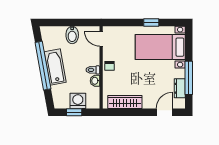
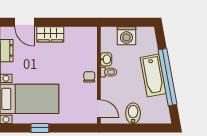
wardrobe: (125, 102) -> (50, 34), moved, width x0.67
window: (74, 112) -> (131, 22), removed
door: (165, 112) -> (24, 22), hinge flipped

